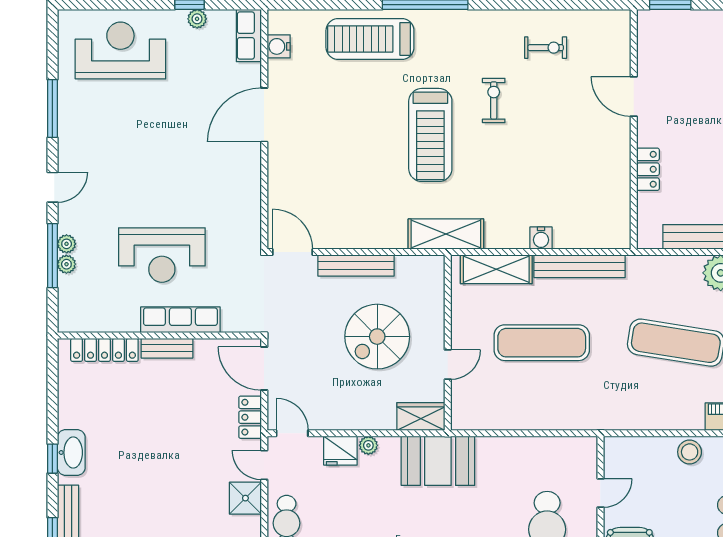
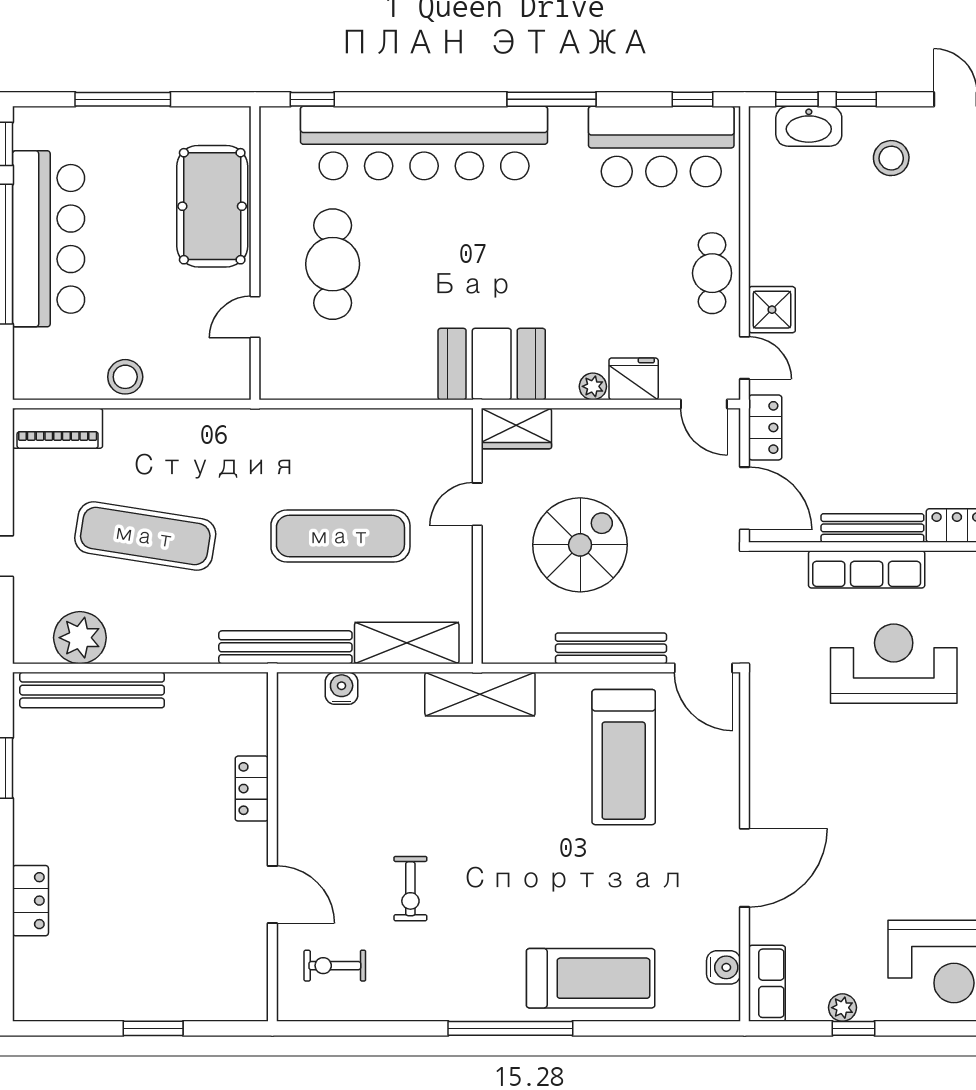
door: (634, 96) -> (272, 895), moved
wall: (634, 129) -> (272, 847), moved
treadmill: (430, 135) -> (624, 757), moved, turned 180
locker: (648, 169) -> (252, 789), moved
bench: (167, 348) -> (872, 528), width x1.36

